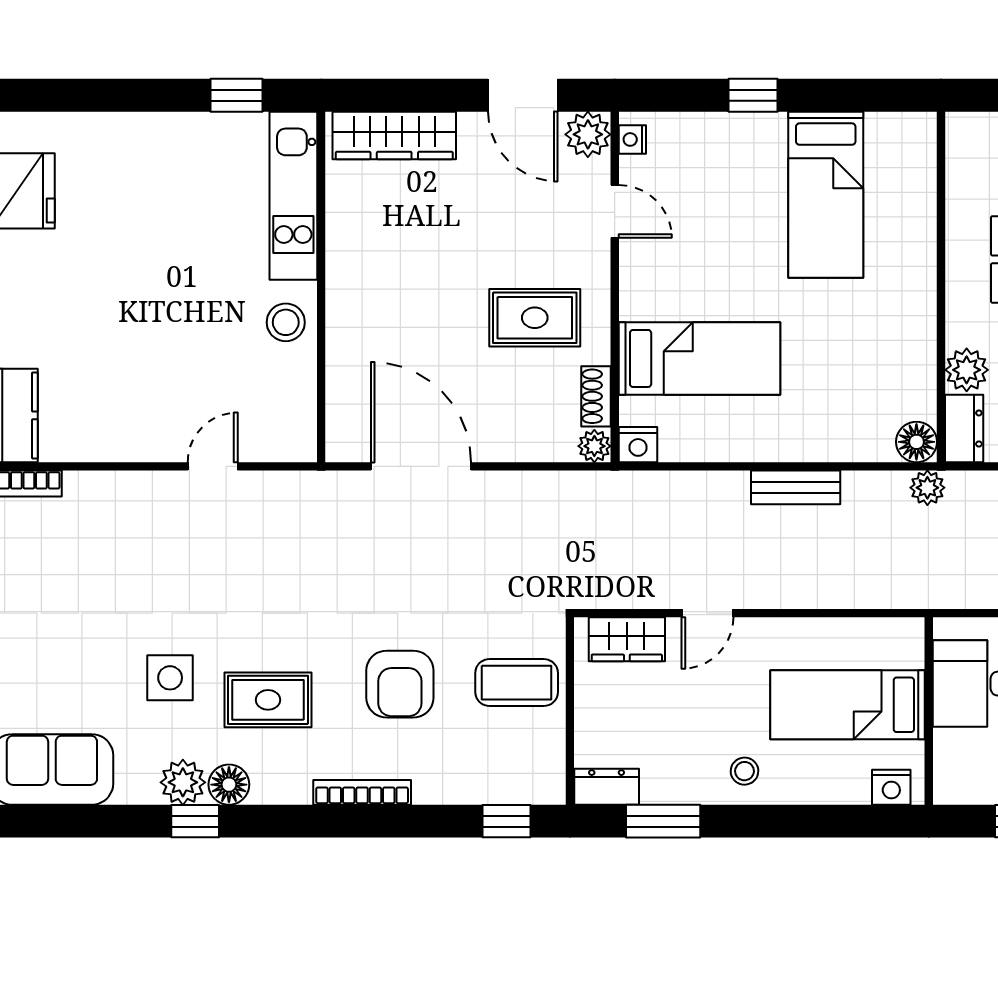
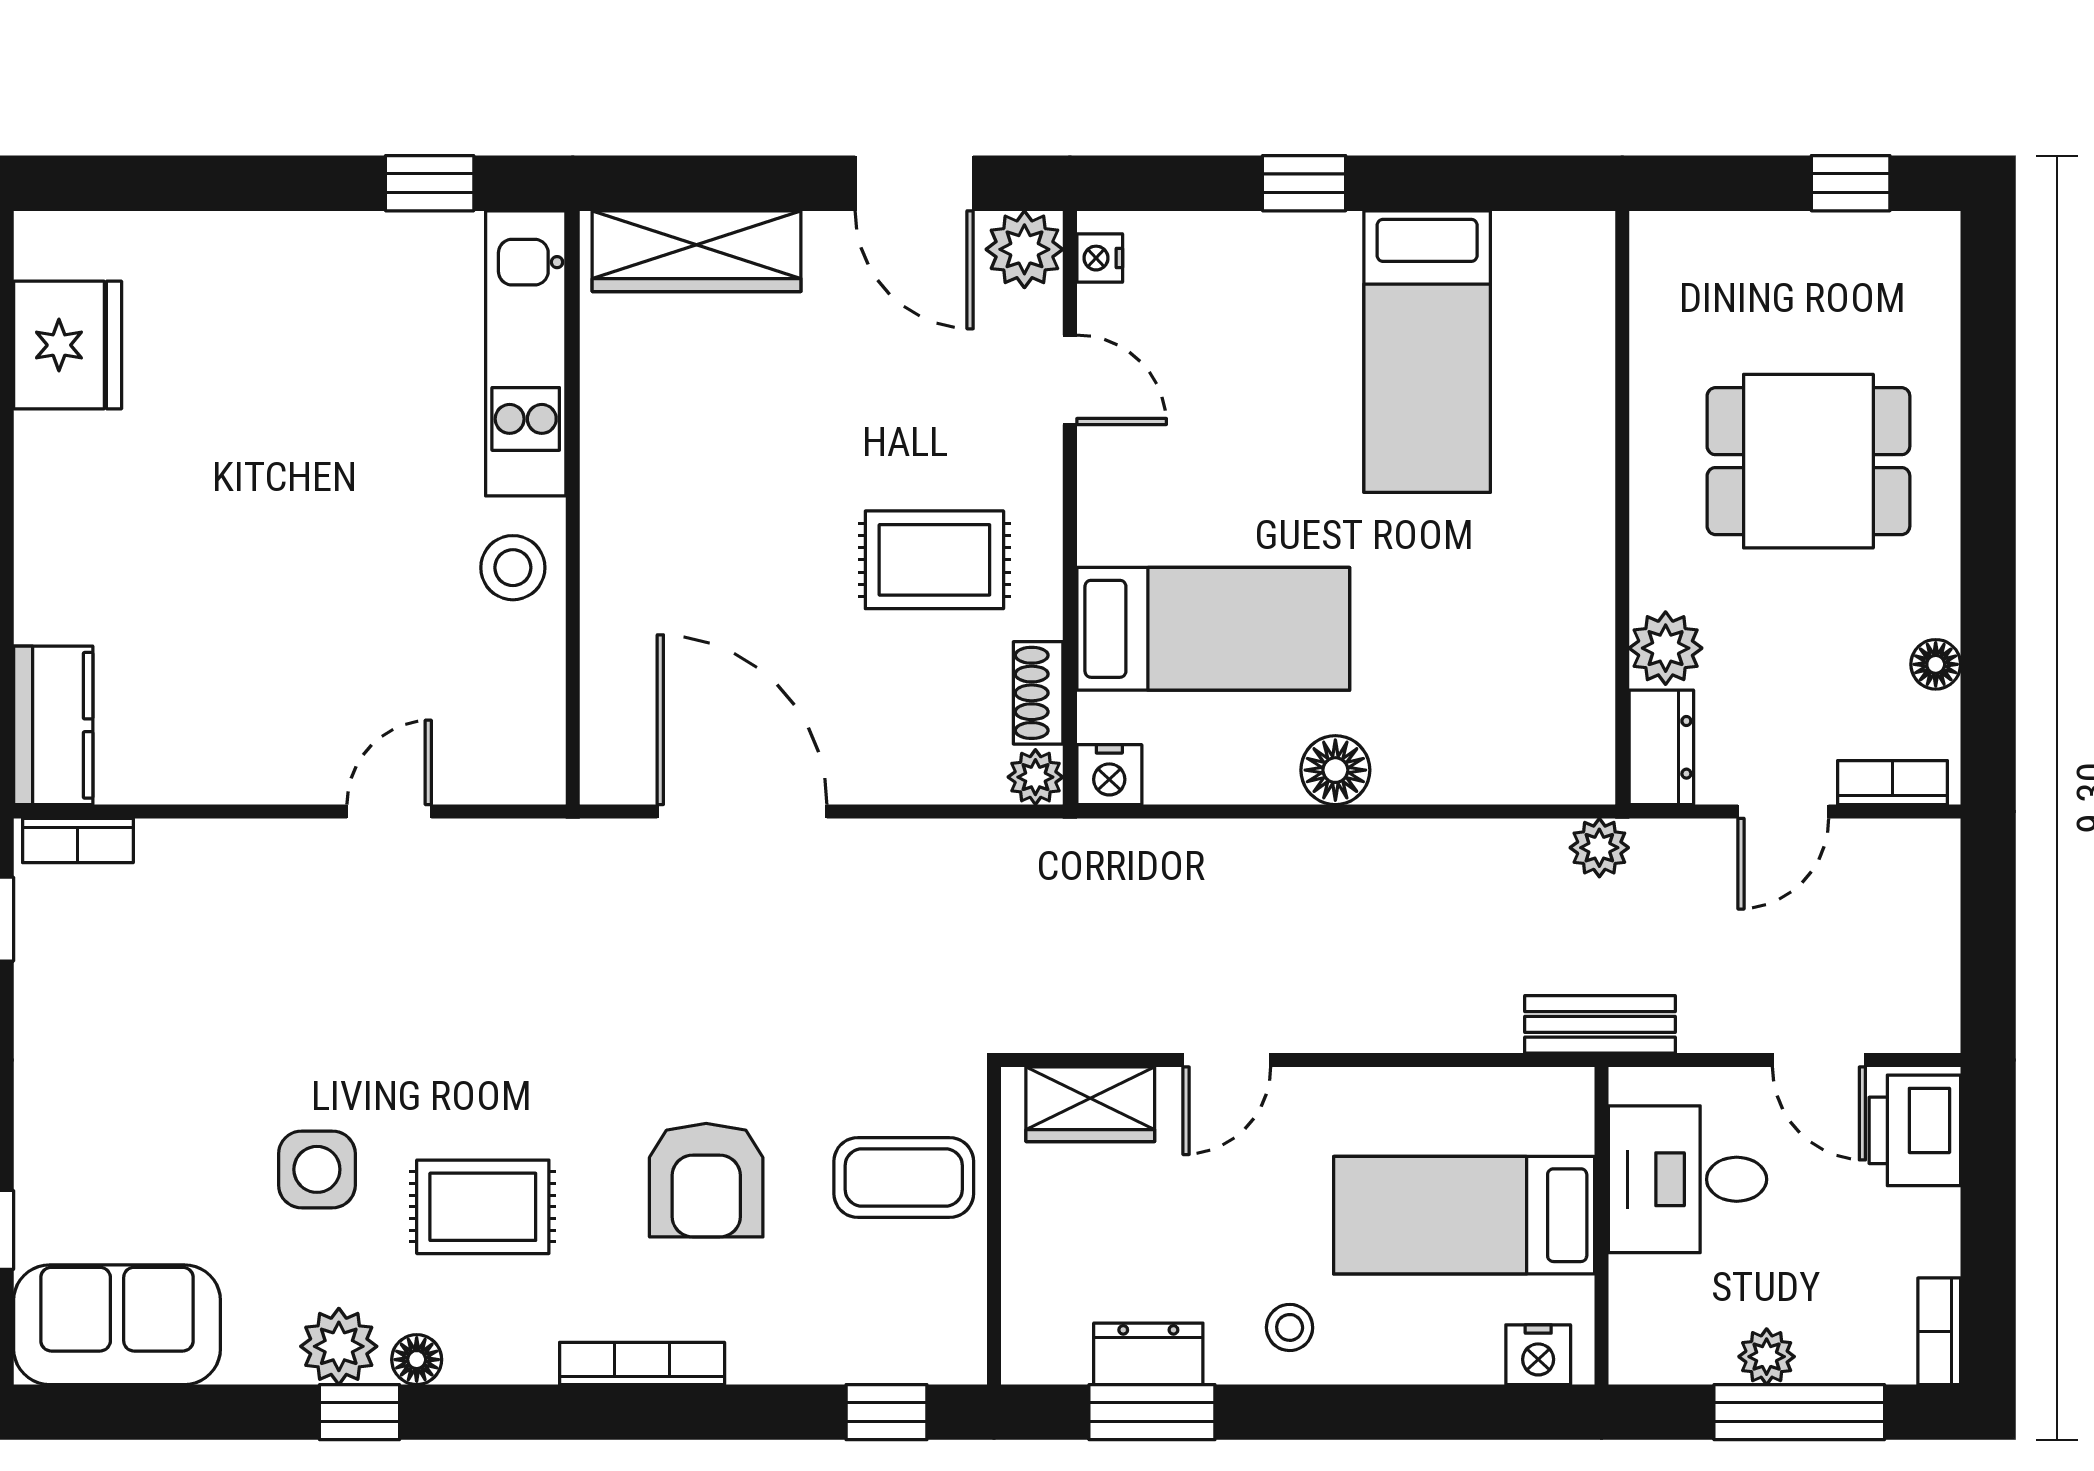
floor lamp: (916, 442) -> (1335, 770), moved
bench: (796, 487) -> (1600, 1024), moved
floor lamp: (229, 785) -> (417, 1360), width x0.73, depth x0.73
dresser: (607, 787) -> (1148, 1354), moved

